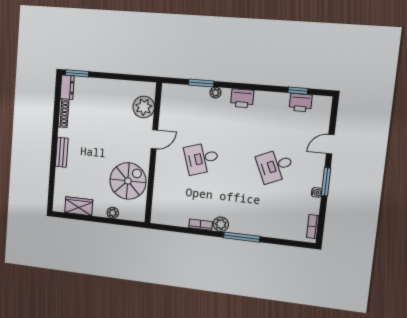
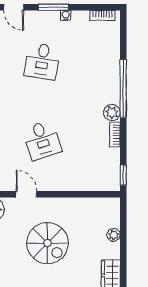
desk: (275, 166) -> (42, 61), turned 33
spiral stairs: (128, 181) -> (47, 243), moved, turned 180
window: (164, 227) -> (123, 175), added
window: (242, 237) -> (123, 89), width x1.46

